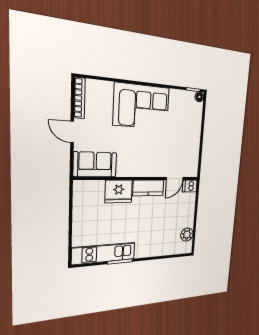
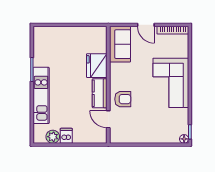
door: (72, 132) -> (146, 25), swing flipped
armchair: (156, 163) -> (123, 99), added
dishwasher: (190, 186) -> (66, 136), moved
kitchen unit: (104, 253) -> (41, 95), moved

